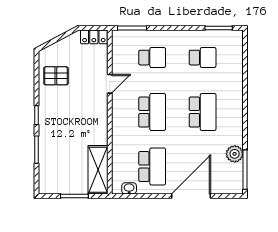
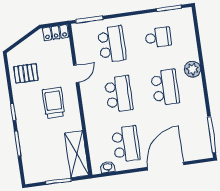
school desk: (152, 58) -> (112, 44), width x1.85
trolley: (81, 111) -> (54, 103), added
plant: (235, 154) -> (193, 69), moved

